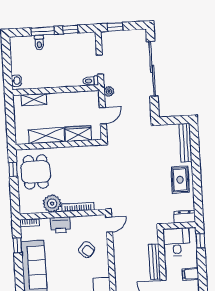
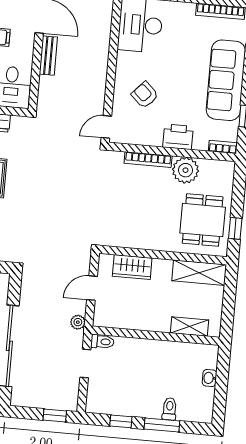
washbasin: (16, 81) -> (209, 378), moved
shelving: (47, 136) -> (199, 273), moved
bench: (155, 262) -> (48, 56), width x0.73

